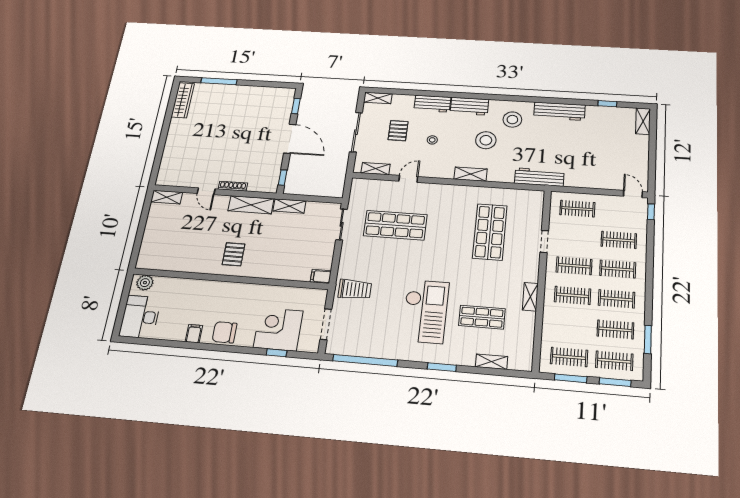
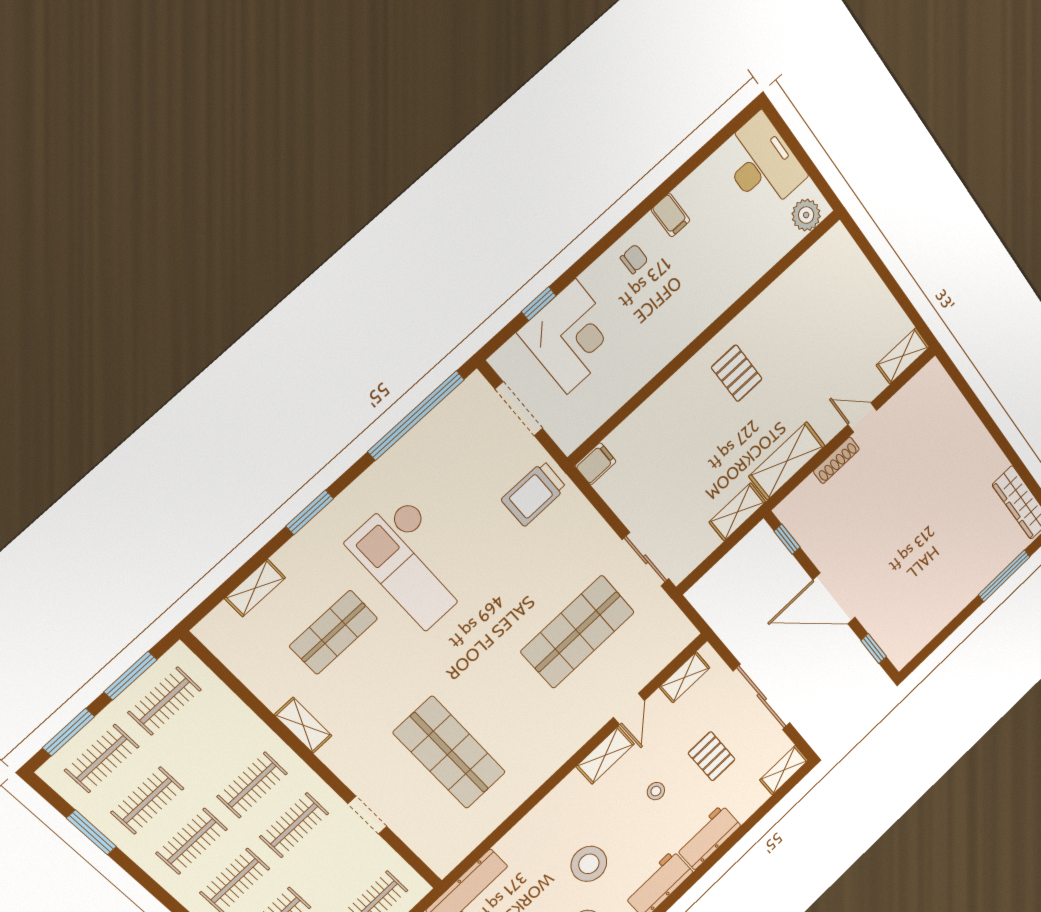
shelving: (471, 174) -> (605, 755), moved
chair: (224, 332) -> (634, 259), width x0.54, depth x0.54

